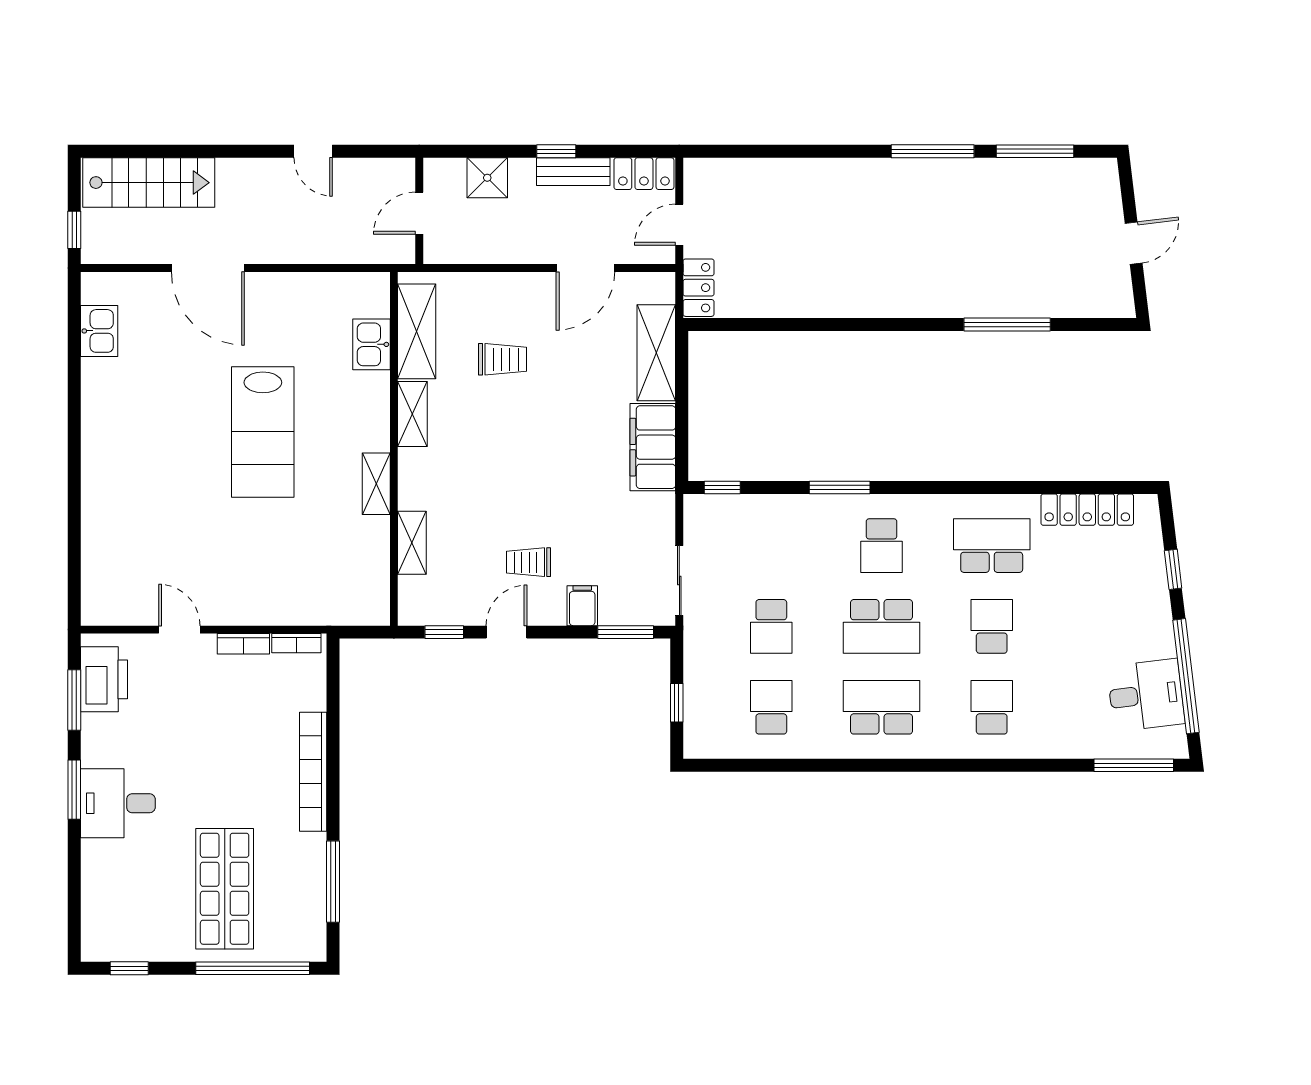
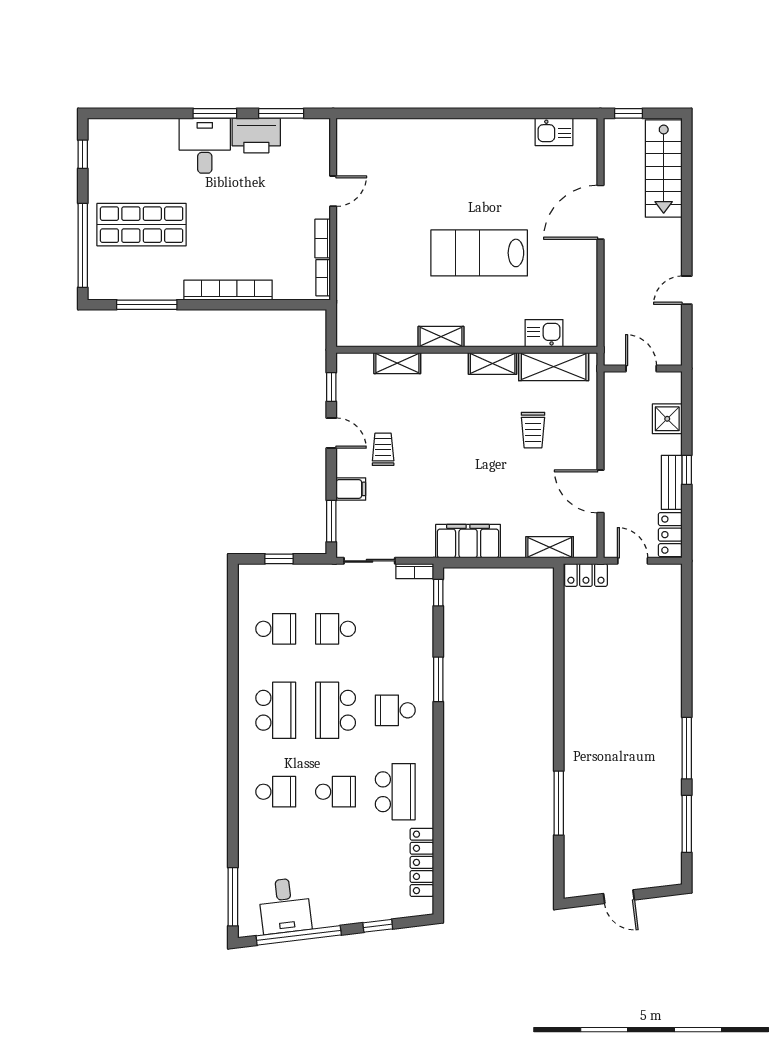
shelving: (656, 353) -> (550, 547), width x0.67, depth x0.75
bookcase: (693, 519) -> (415, 571), added
printer: (104, 679) -> (256, 135), moved

